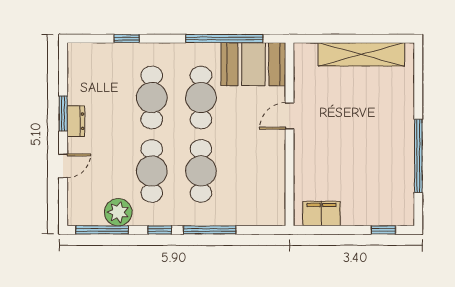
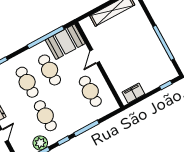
cafe table: (201, 171) -> (90, 91), moved

